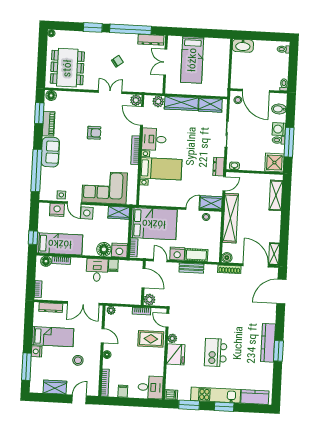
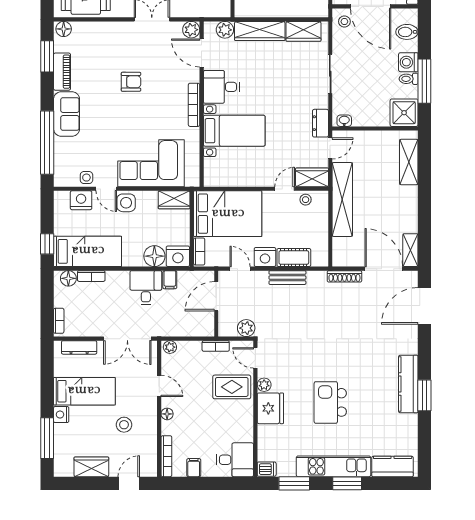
boiler: (227, 258) -> (340, 259), removed
door: (143, 278) -> (216, 296), swing flipped
plant: (149, 300) -> (246, 328), moved

